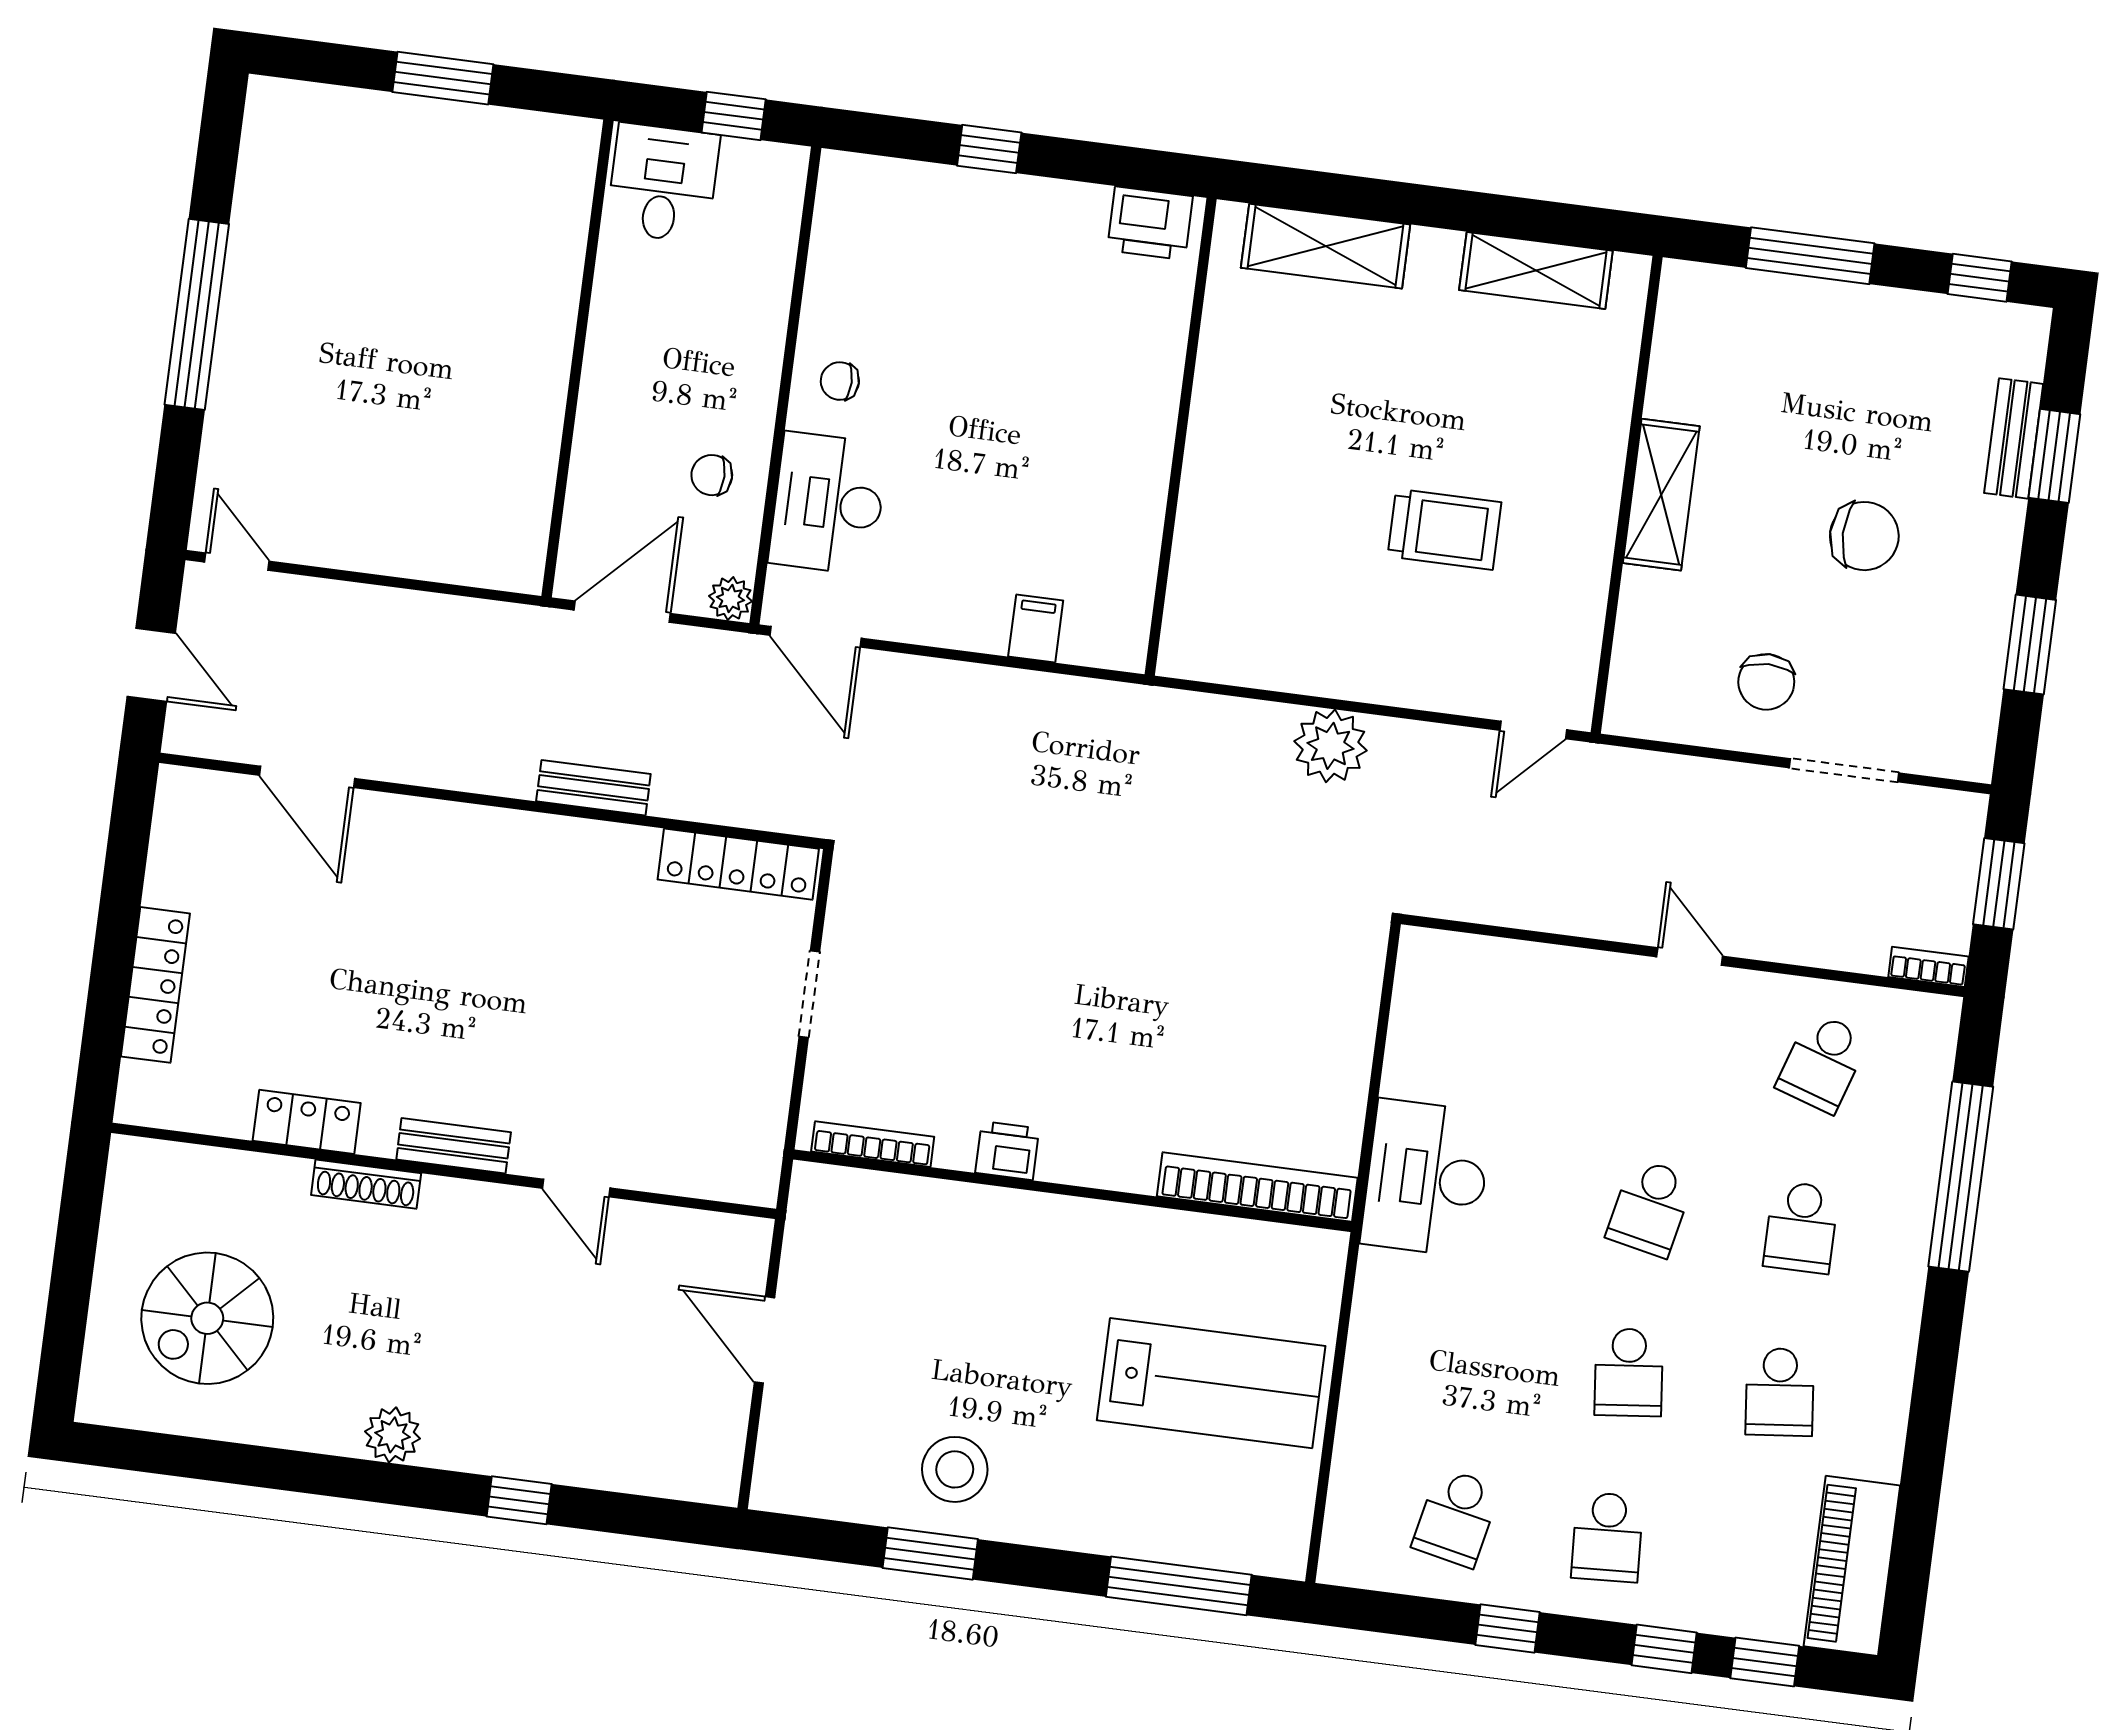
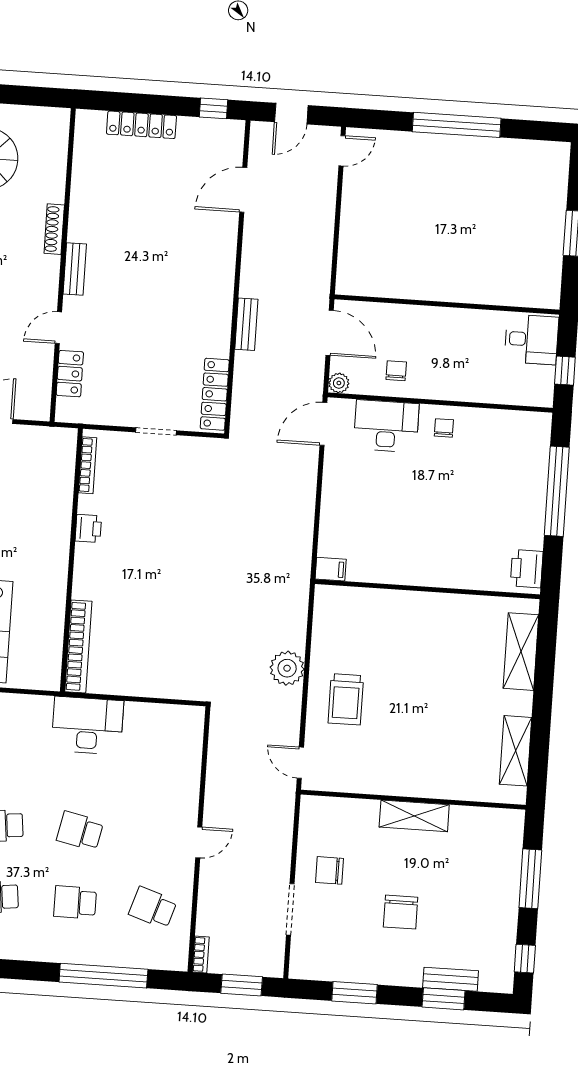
window: (989, 149) -> (557, 491), width x3.17
trolley: (1444, 529) -> (346, 699), moved
filing cabinet: (1036, 628) -> (331, 569), moved
window: (130, 830) -> (213, 108), added
locker: (307, 1122) -> (70, 374), moved

